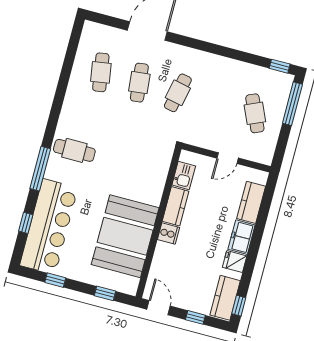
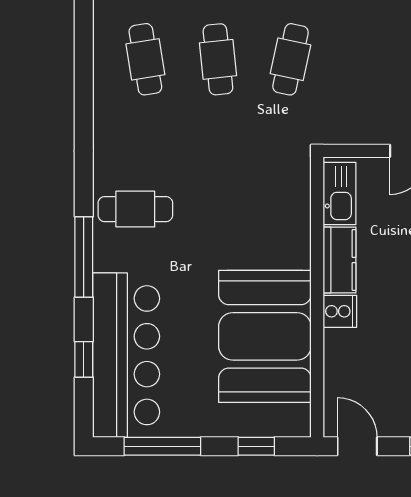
kitchen sink: (184, 175) -> (339, 194), width x1.38
window: (55, 280) -> (162, 446), width x2.17

